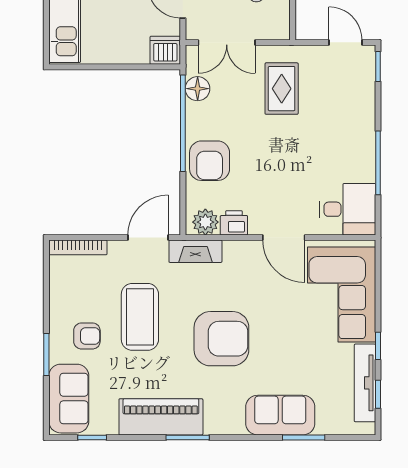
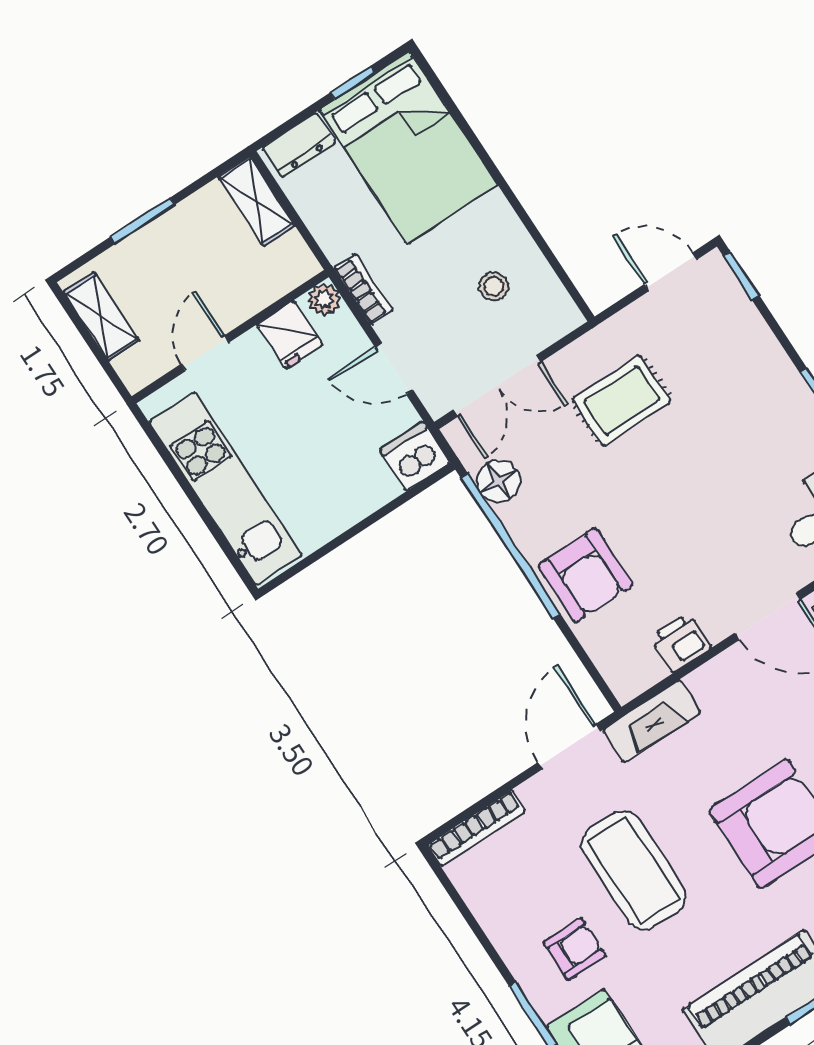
rug: (282, 89) -> (622, 400), turned 90
plant: (205, 222) -> (638, 669), removed

